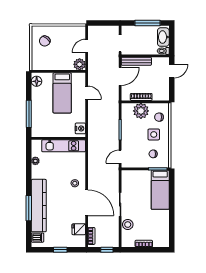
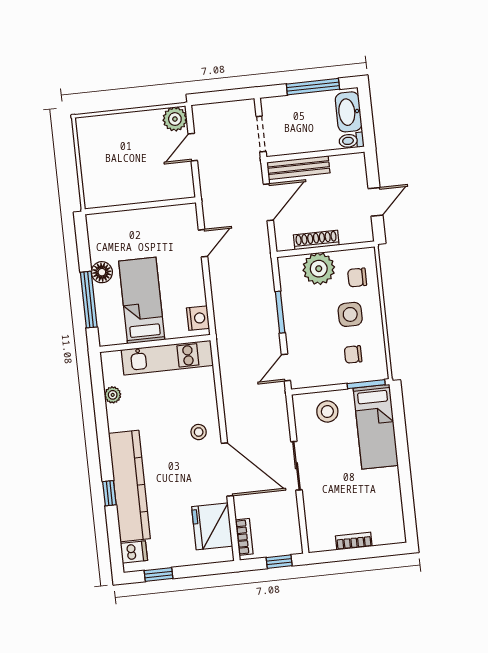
chair: (45, 41) -> (105, 146), removed
plant: (80, 64) -> (175, 119), moved
door: (172, 71) -> (376, 202), moved
floor lamp: (37, 81) -> (102, 272), moved
bed: (62, 93) -> (142, 300), moved, turned 180
door: (87, 93) -> (203, 243), hinge flipped
window: (29, 208) -> (109, 493), width x0.46
stool: (128, 225) -> (327, 412), moved
fridge: (79, 229) -> (212, 526), width x1.88, depth x1.34
window: (60, 250) -> (158, 575), moved

